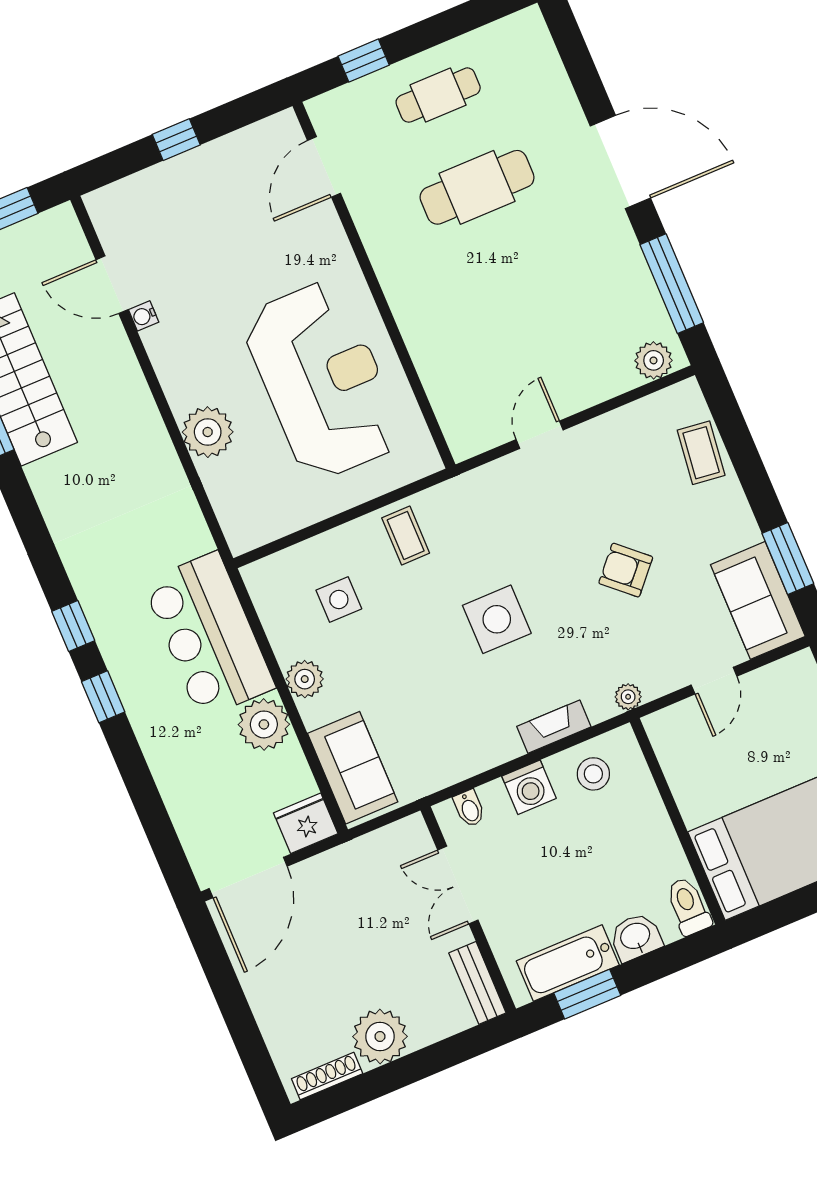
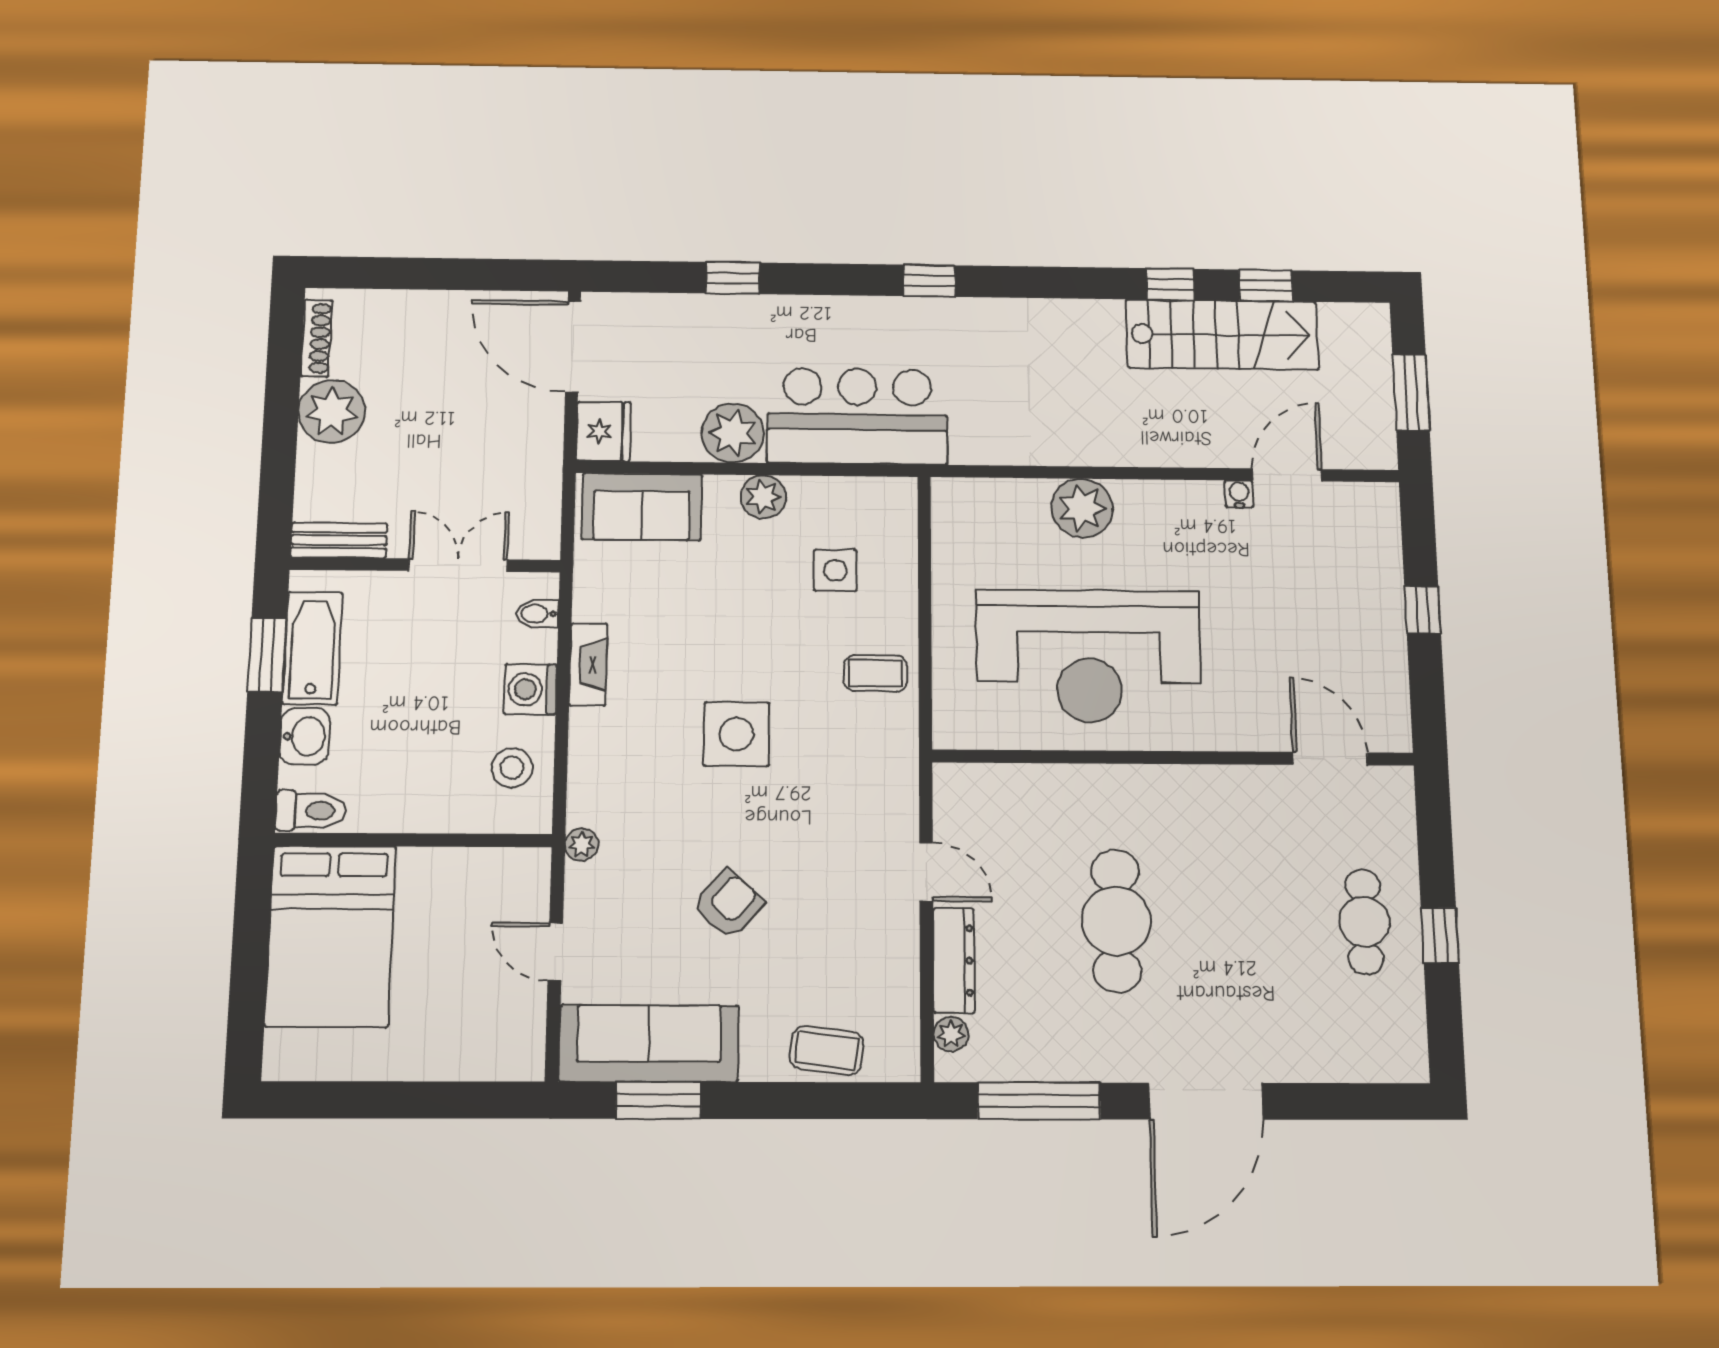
window: (364, 61) -> (1440, 935), moved
cafe table: (477, 187) -> (1116, 921), moved
plant: (654, 360) -> (951, 1034), width x0.73, depth x0.73
dresser: (596, 387) -> (954, 960), added
sofa: (758, 600) -> (649, 1043), width x1.36
window: (103, 697) -> (733, 278), moved
fireplace: (554, 727) -> (588, 665), moved

